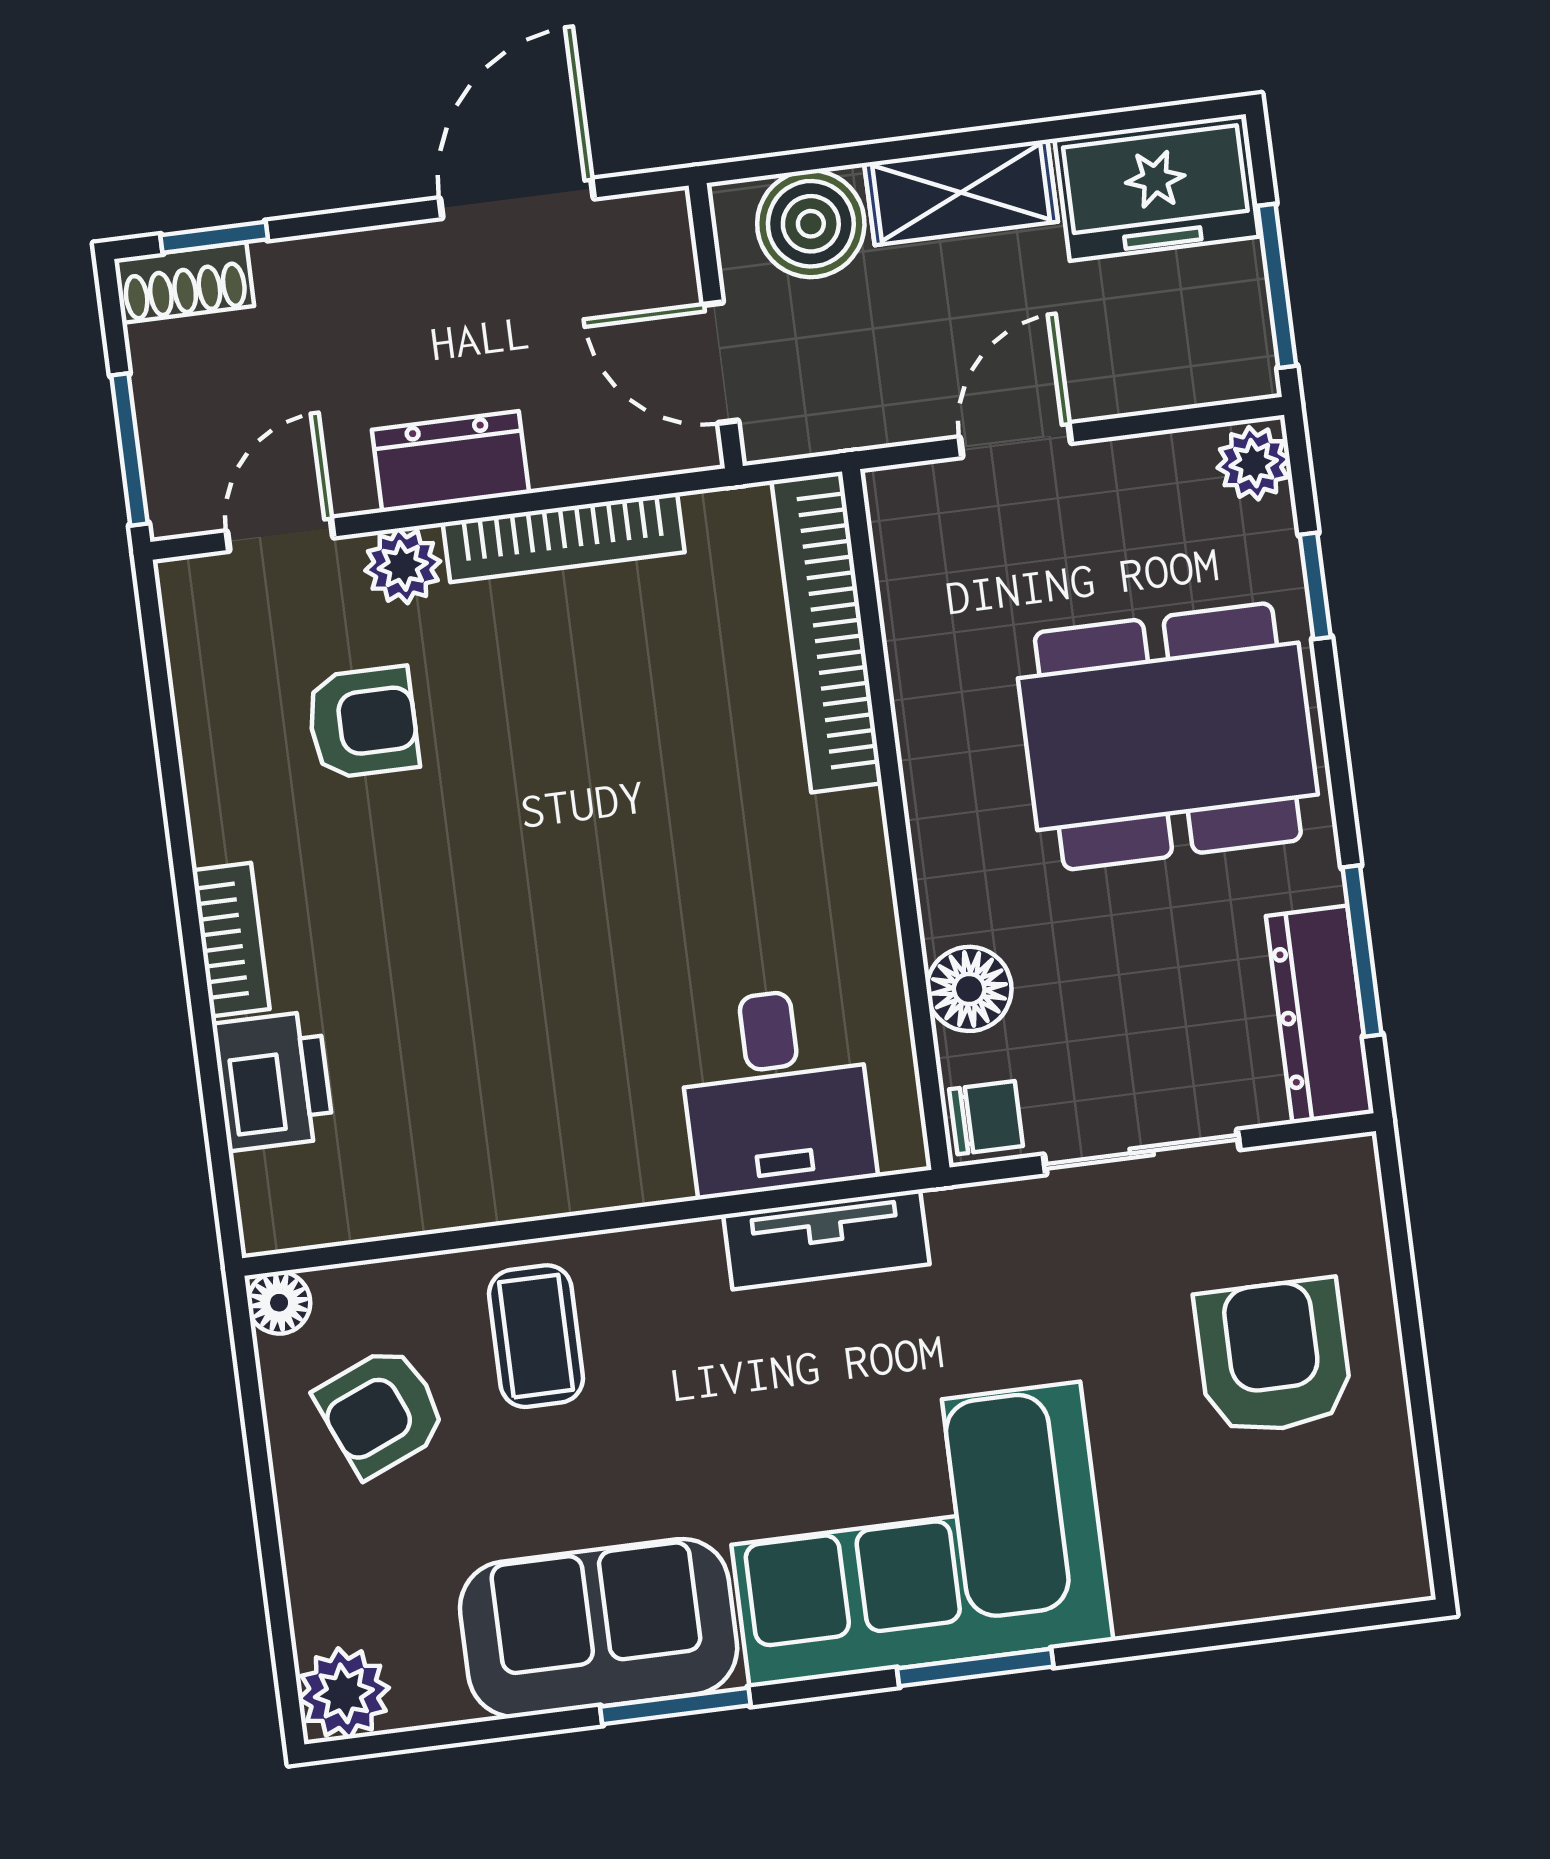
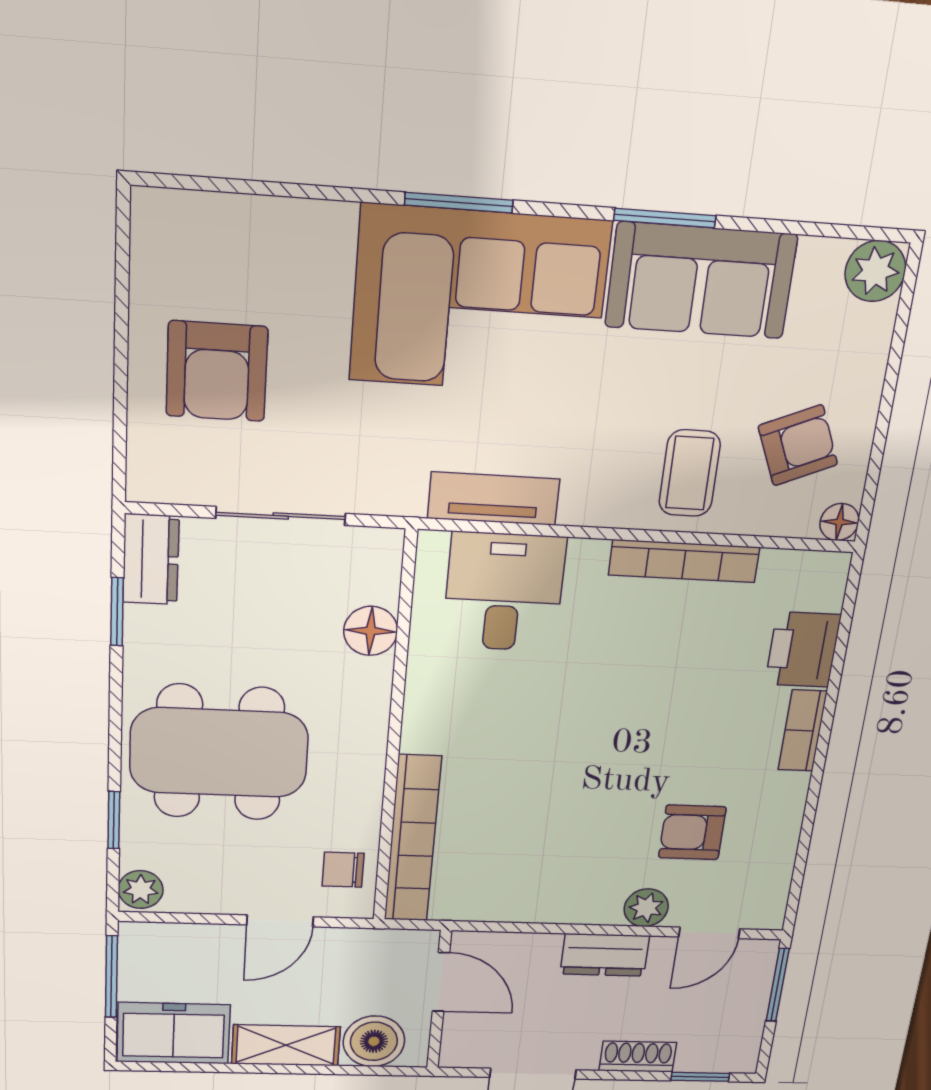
shoe rack: (184, 283) -> (638, 1057), moved
bookcase: (564, 537) -> (684, 561), moved, turned 180
window: (1362, 951) -> (117, 612), width x0.67
dresser: (1320, 1015) -> (151, 559), width x0.70
chair: (986, 1118) -> (343, 870), moved

